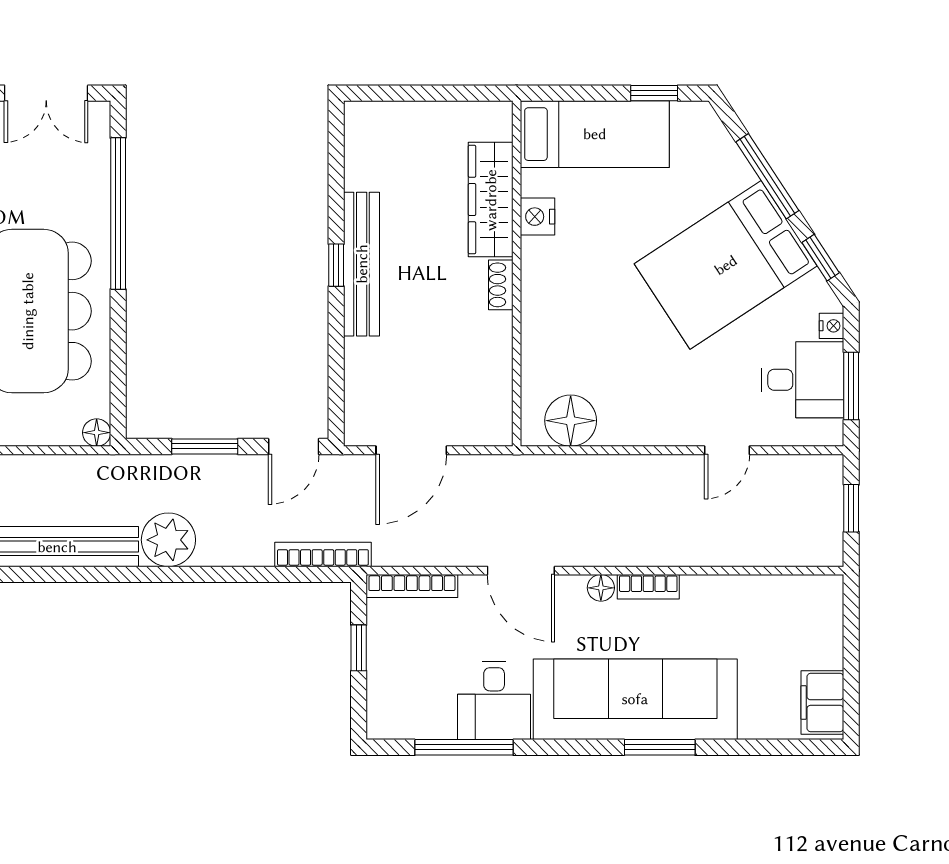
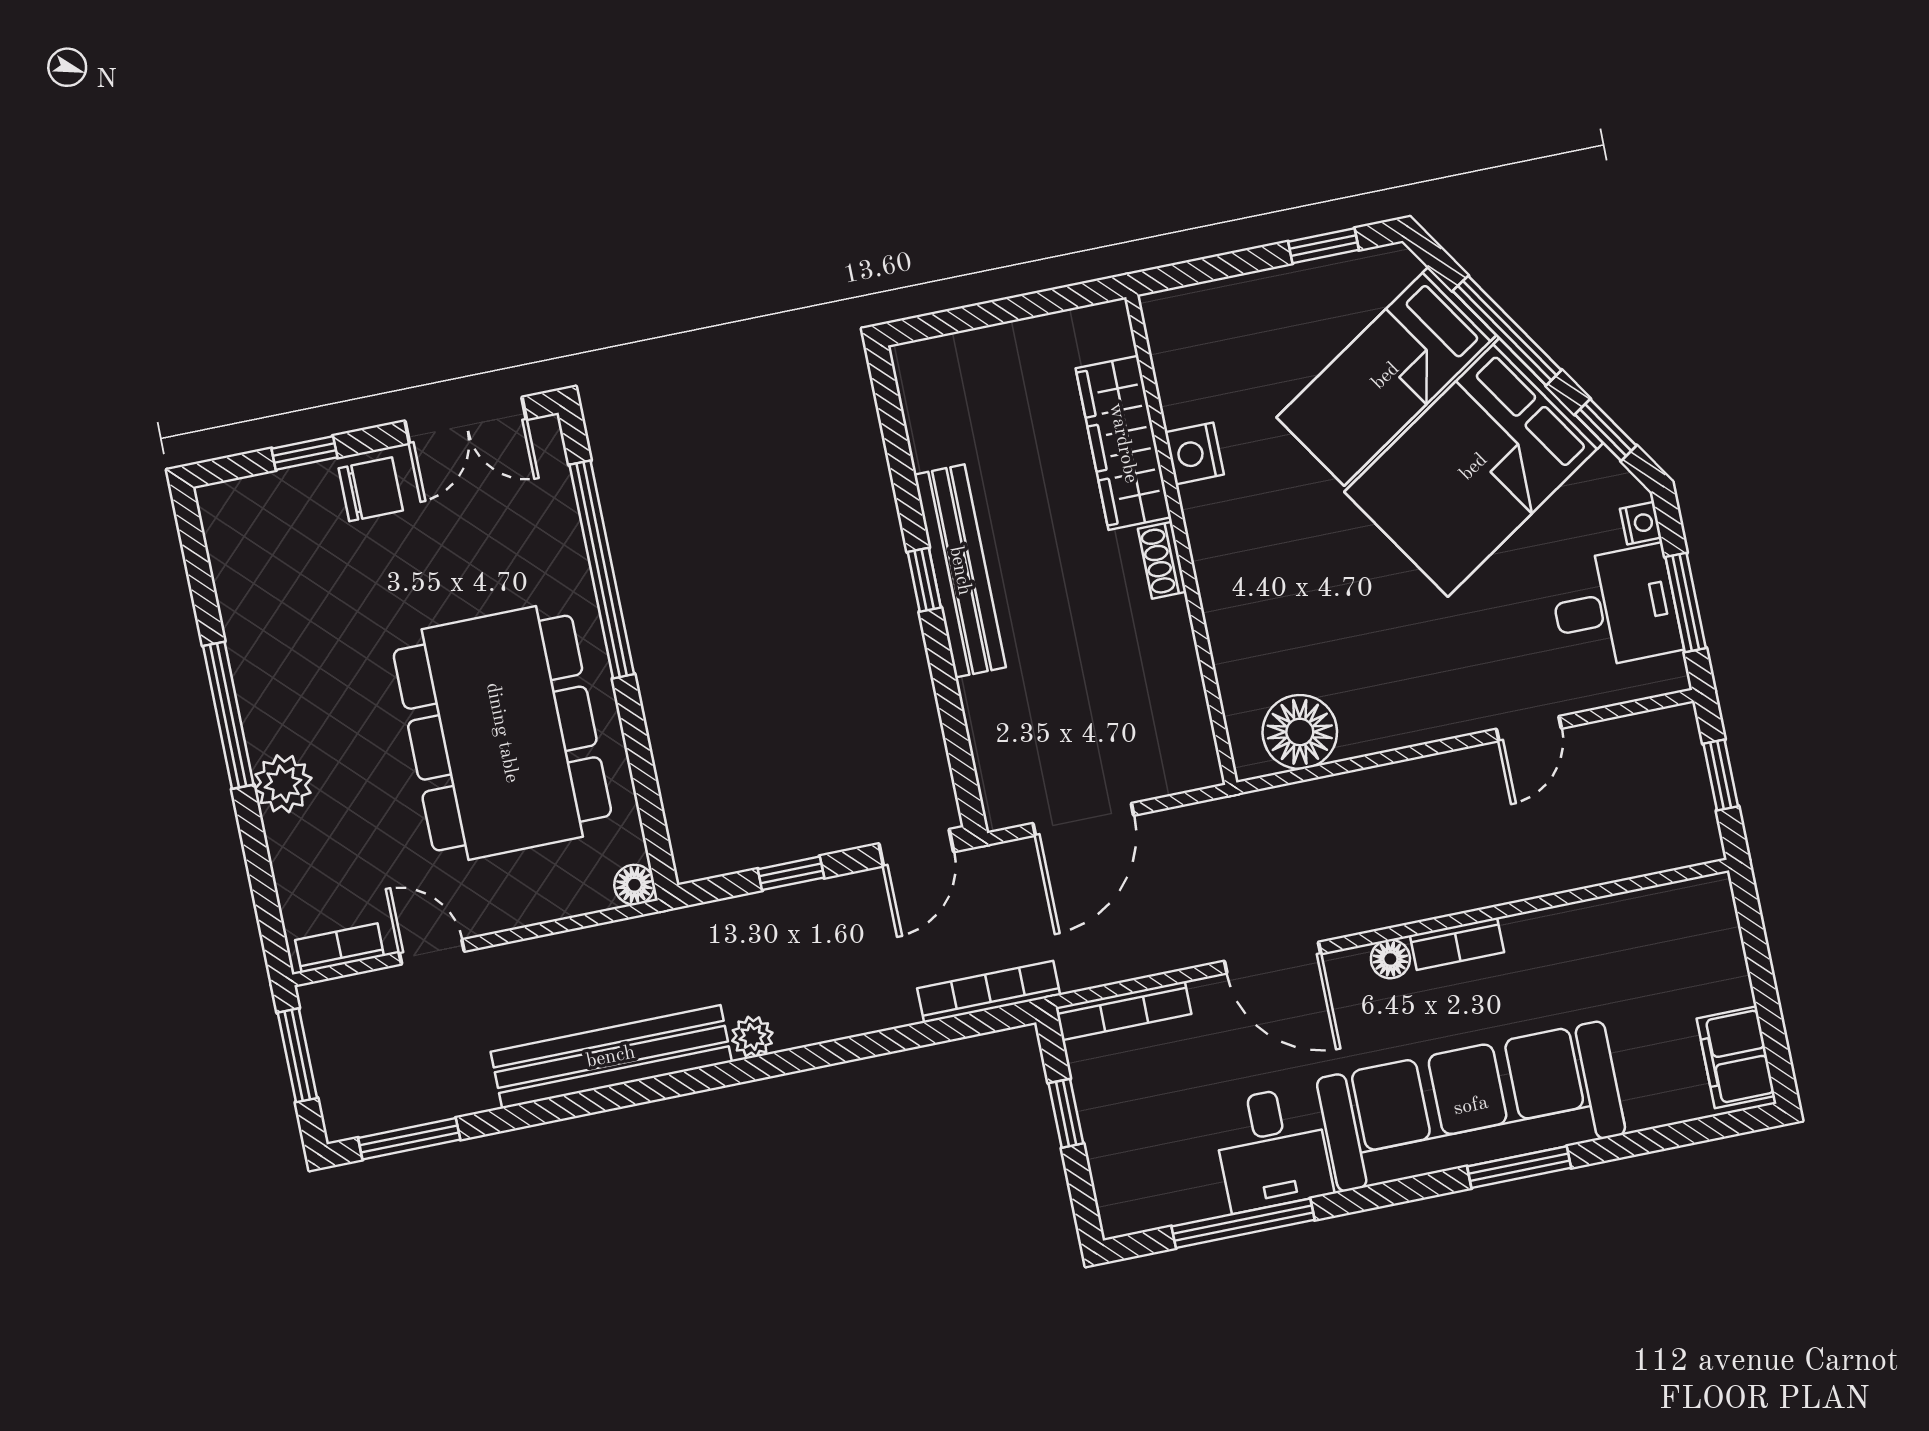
bed: (595, 134) -> (1386, 376), moved, turned 147
window: (205, 446) -> (791, 873), width x0.67
plant: (168, 540) -> (752, 1037), width x0.53, depth x0.53

